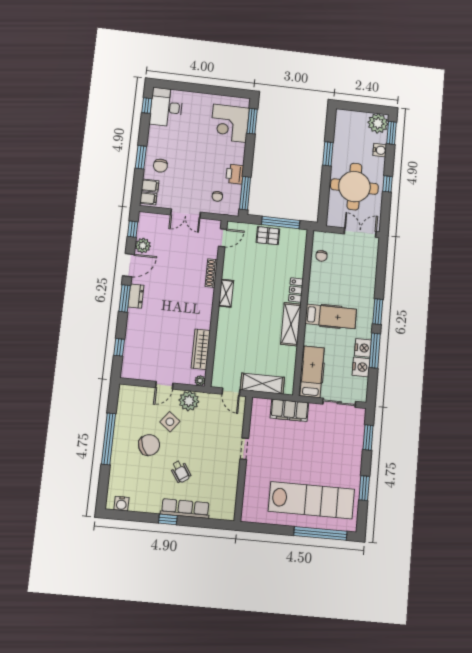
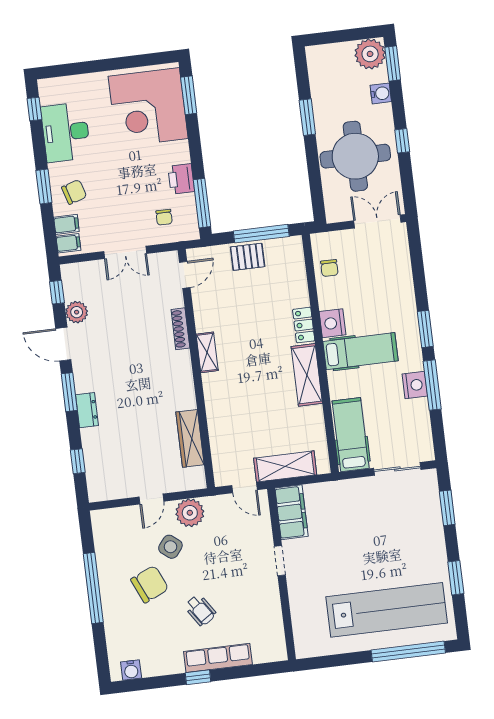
desk: (166, 107) -> (66, 132), moved
corner desk: (230, 123) -> (148, 107), width x1.36, depth x1.36
chair: (160, 166) -> (74, 192), turned -107
door: (128, 265) -> (63, 344), swing flipped
dresser: (136, 296) -> (87, 410), moved
nightstand: (361, 367) -> (333, 323), moved, turned 180
plant: (200, 381) -> (199, 482), removed
filing cabinet: (289, 410) -> (292, 512), moved, turned -90

